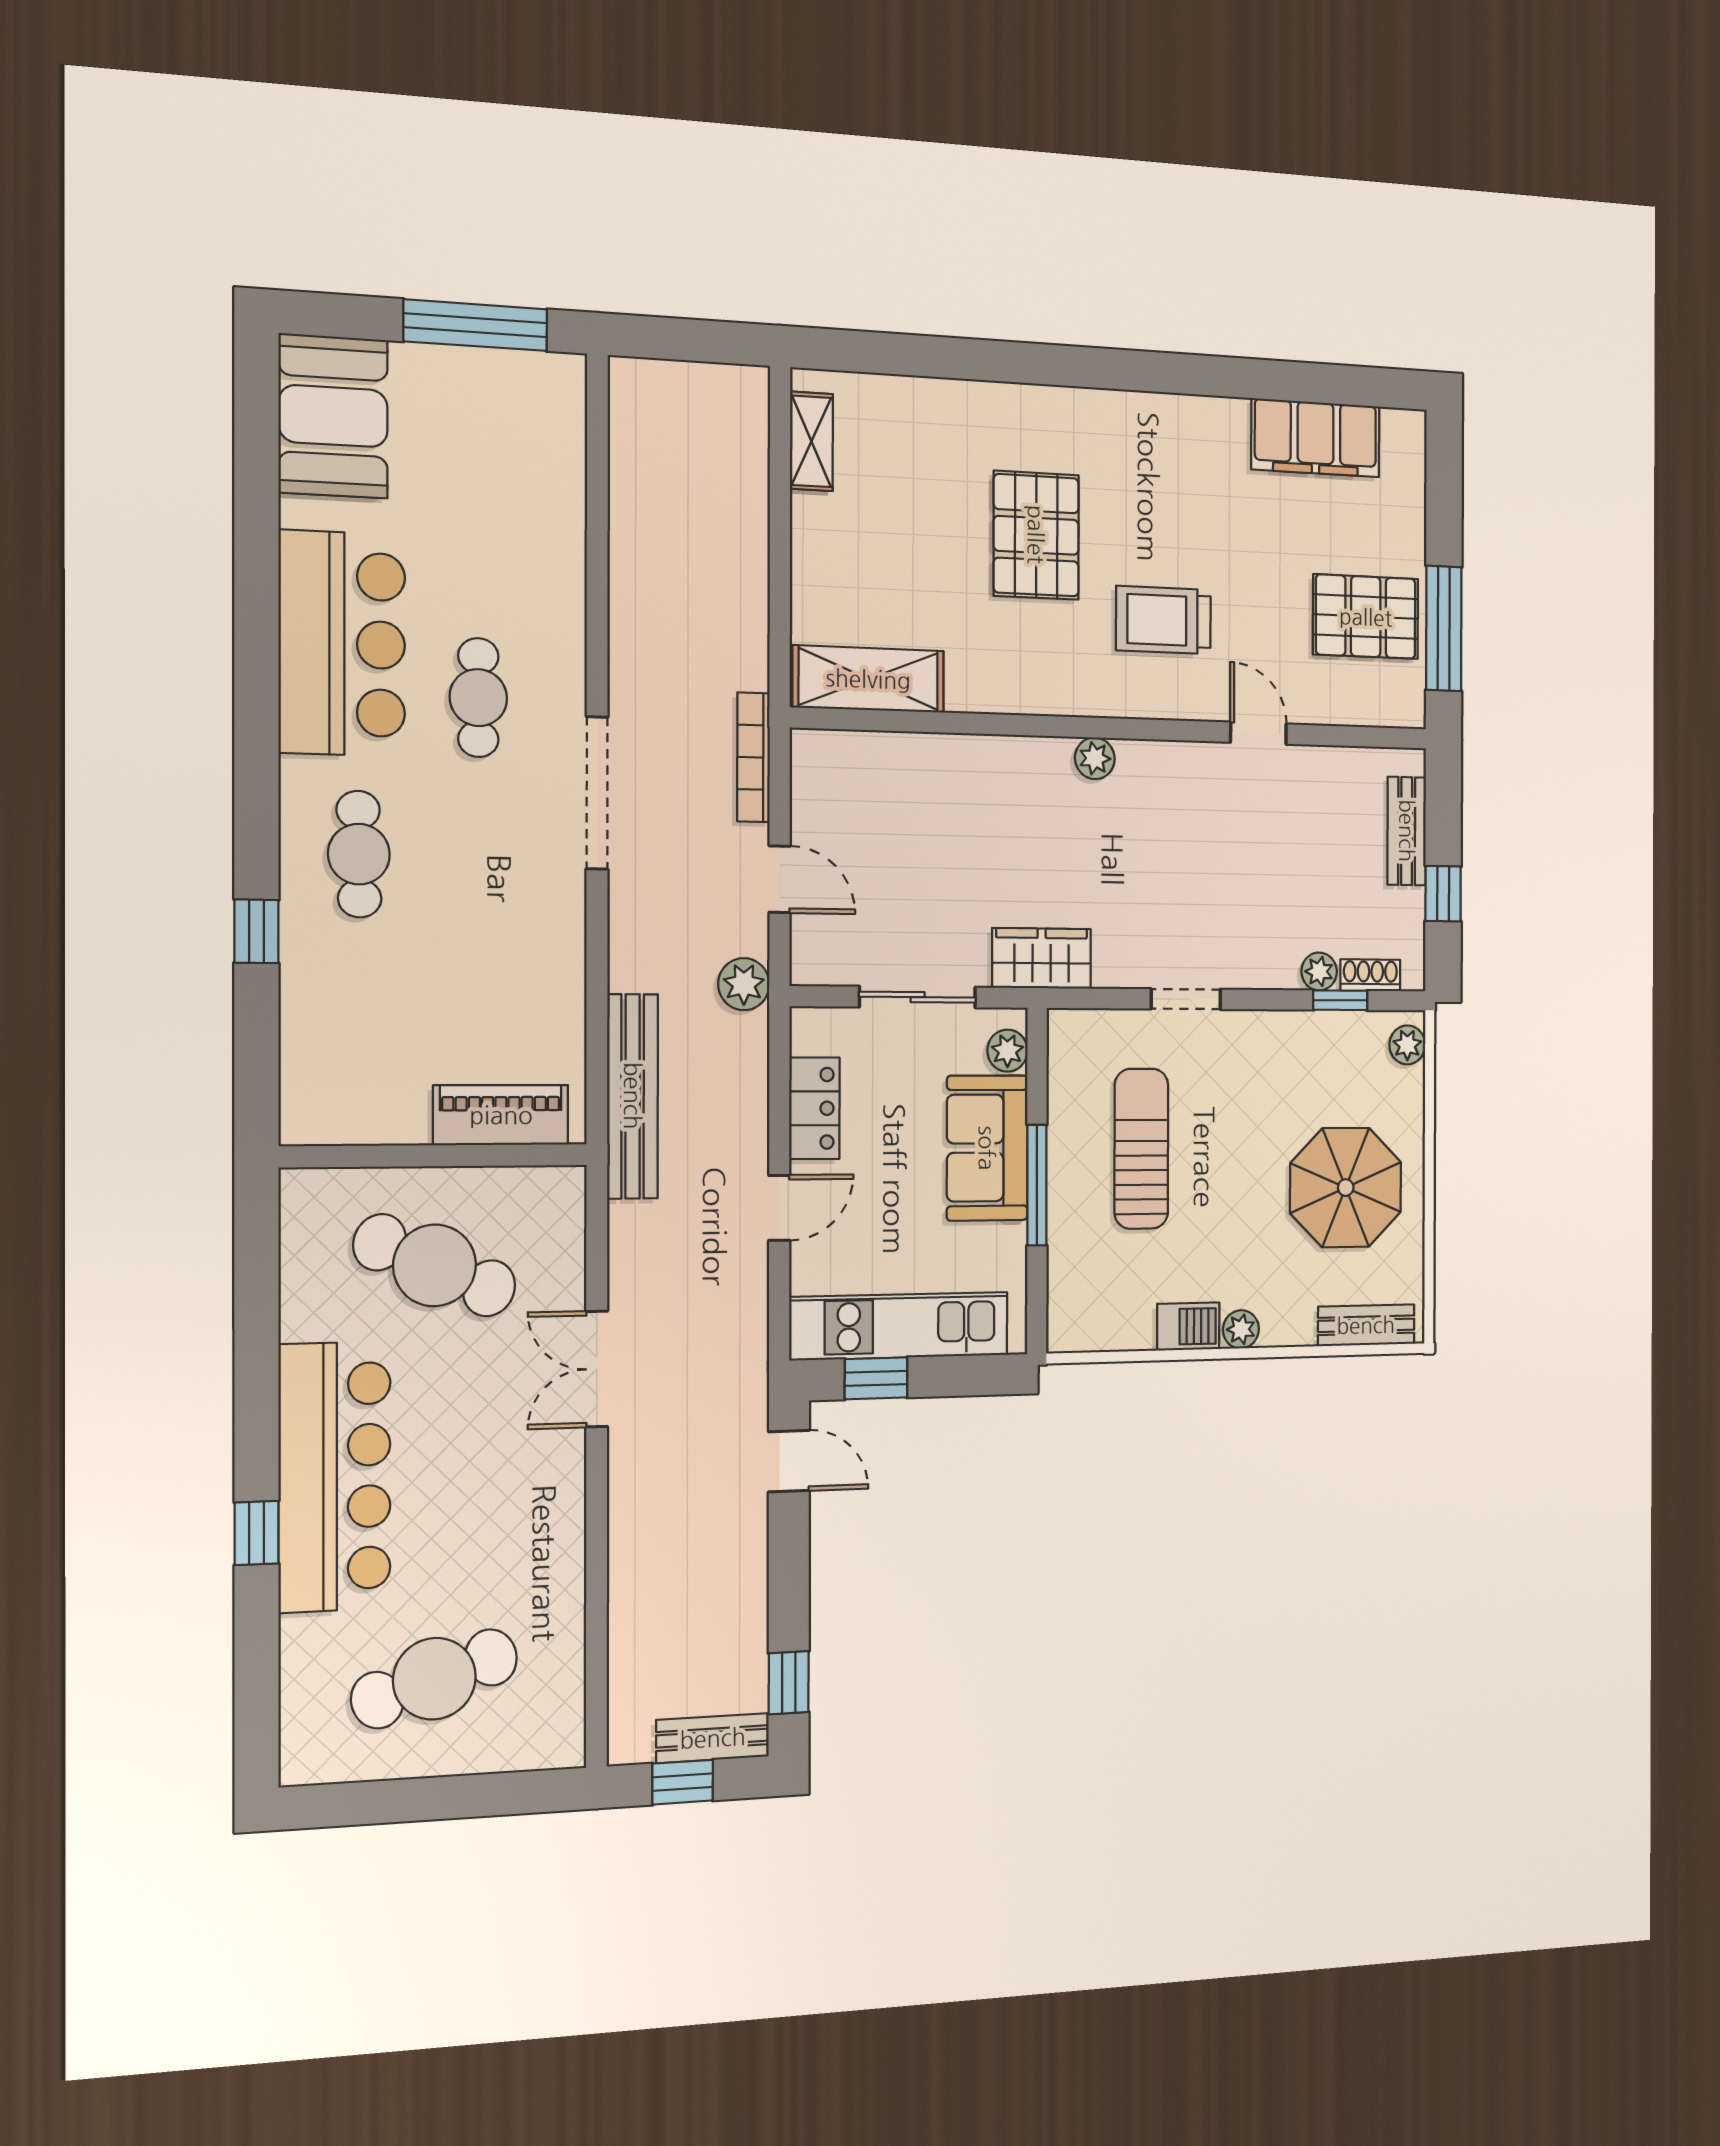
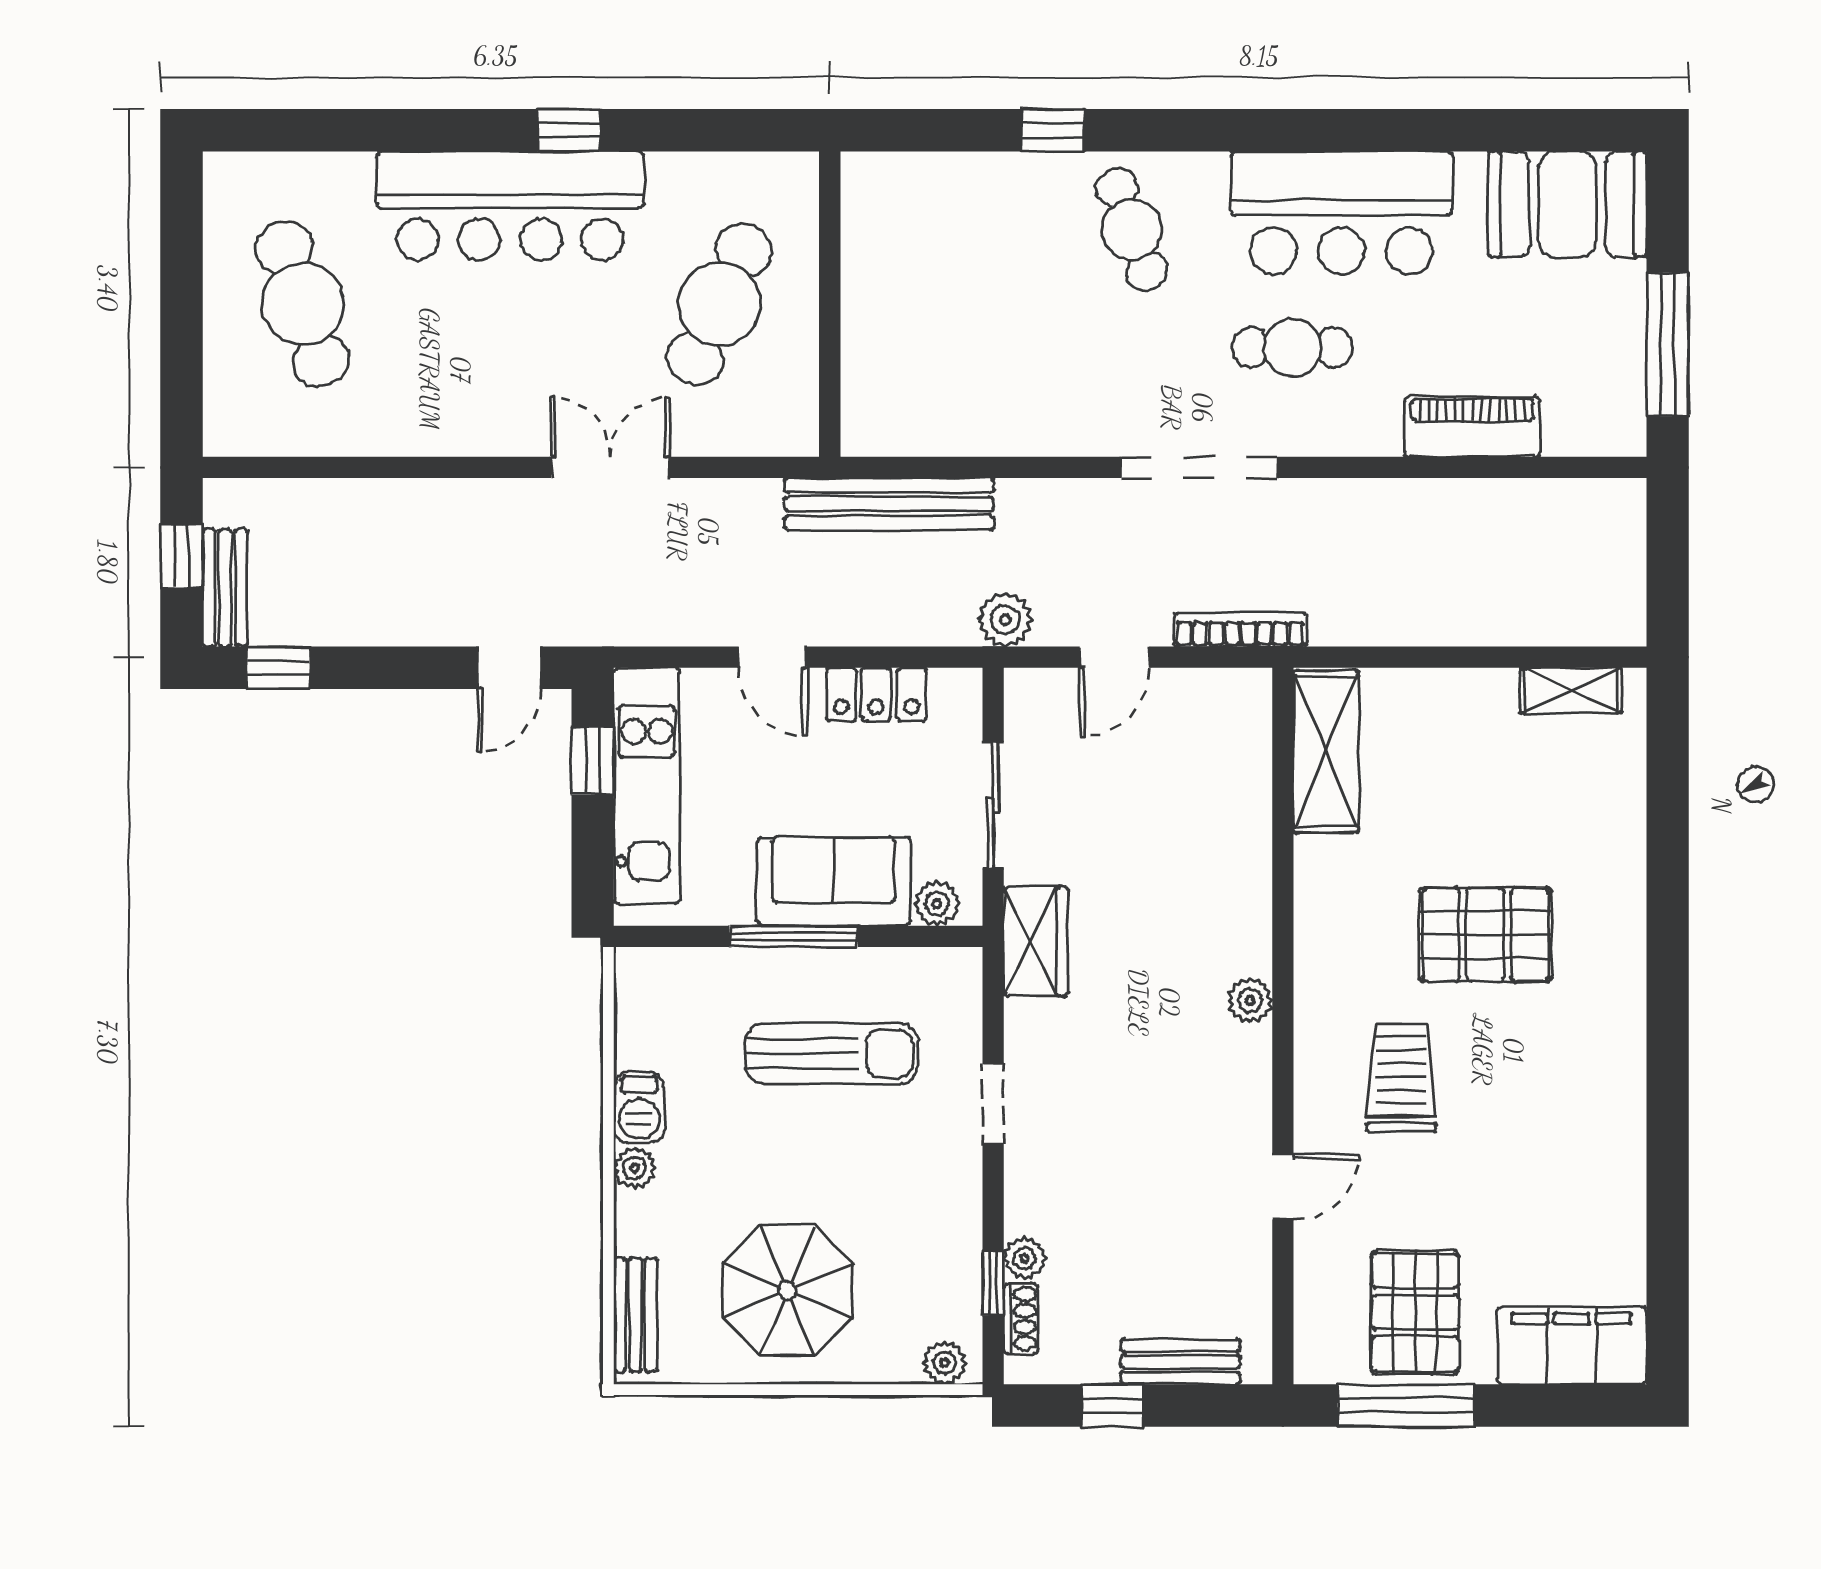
filing cabinet: (1316, 438) -> (1572, 1346), moved, turned 90
cafe table: (359, 854) -> (1132, 229), turned 71
piano: (501, 1115) -> (1472, 427), moved, turned -90
window: (256, 1533) -> (569, 130), moved

